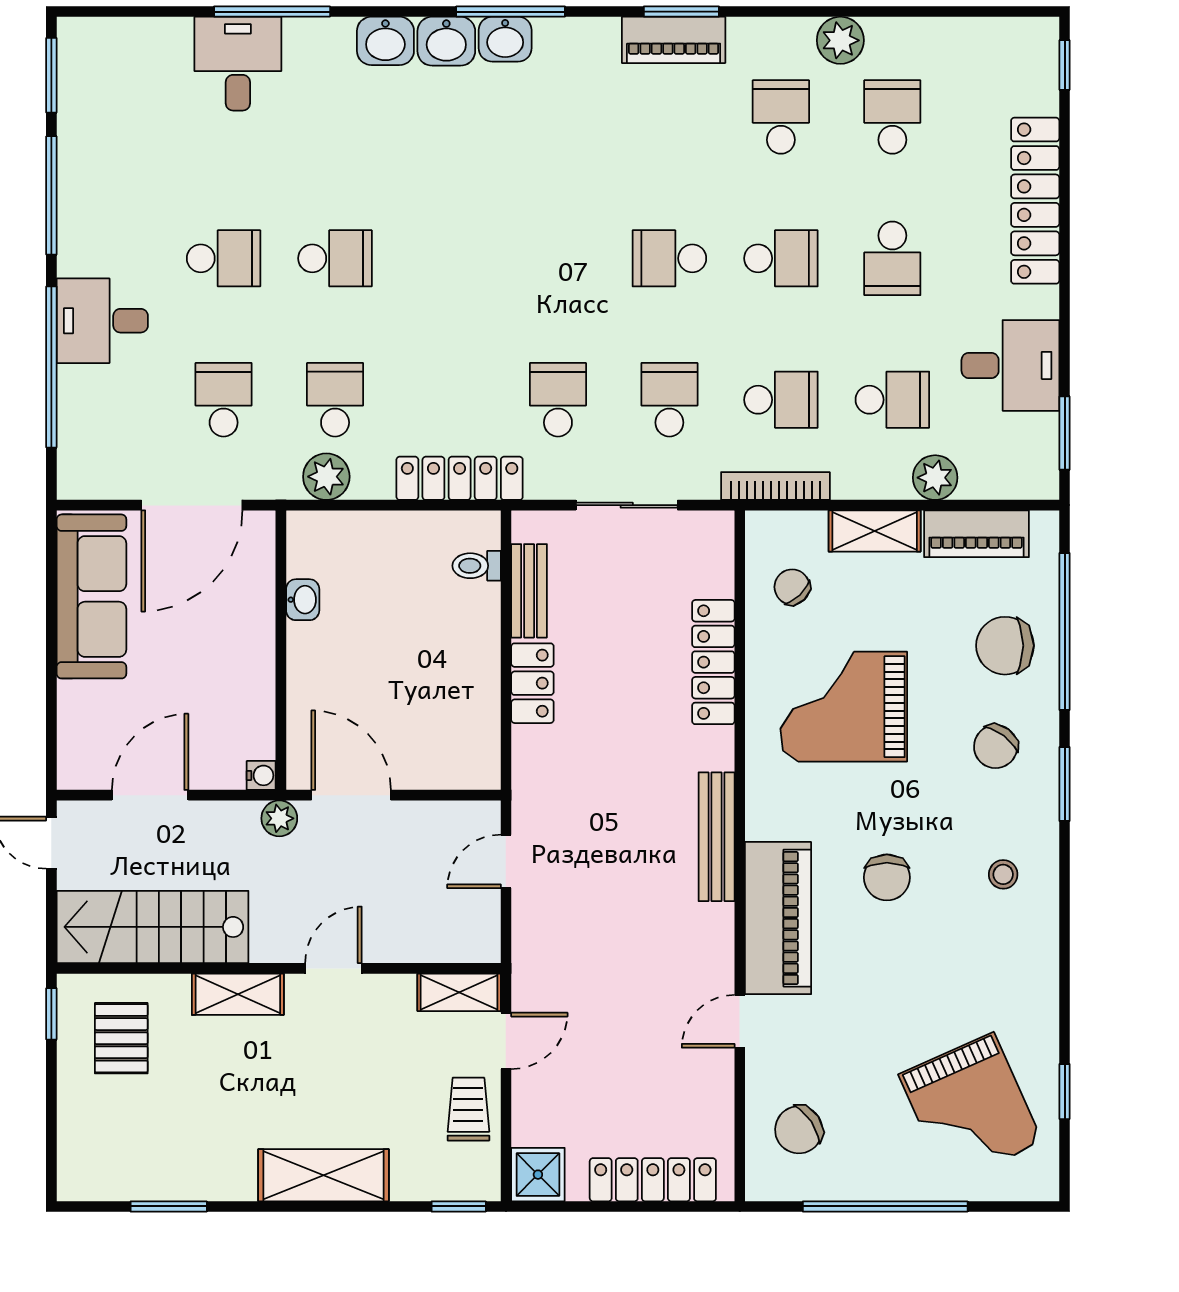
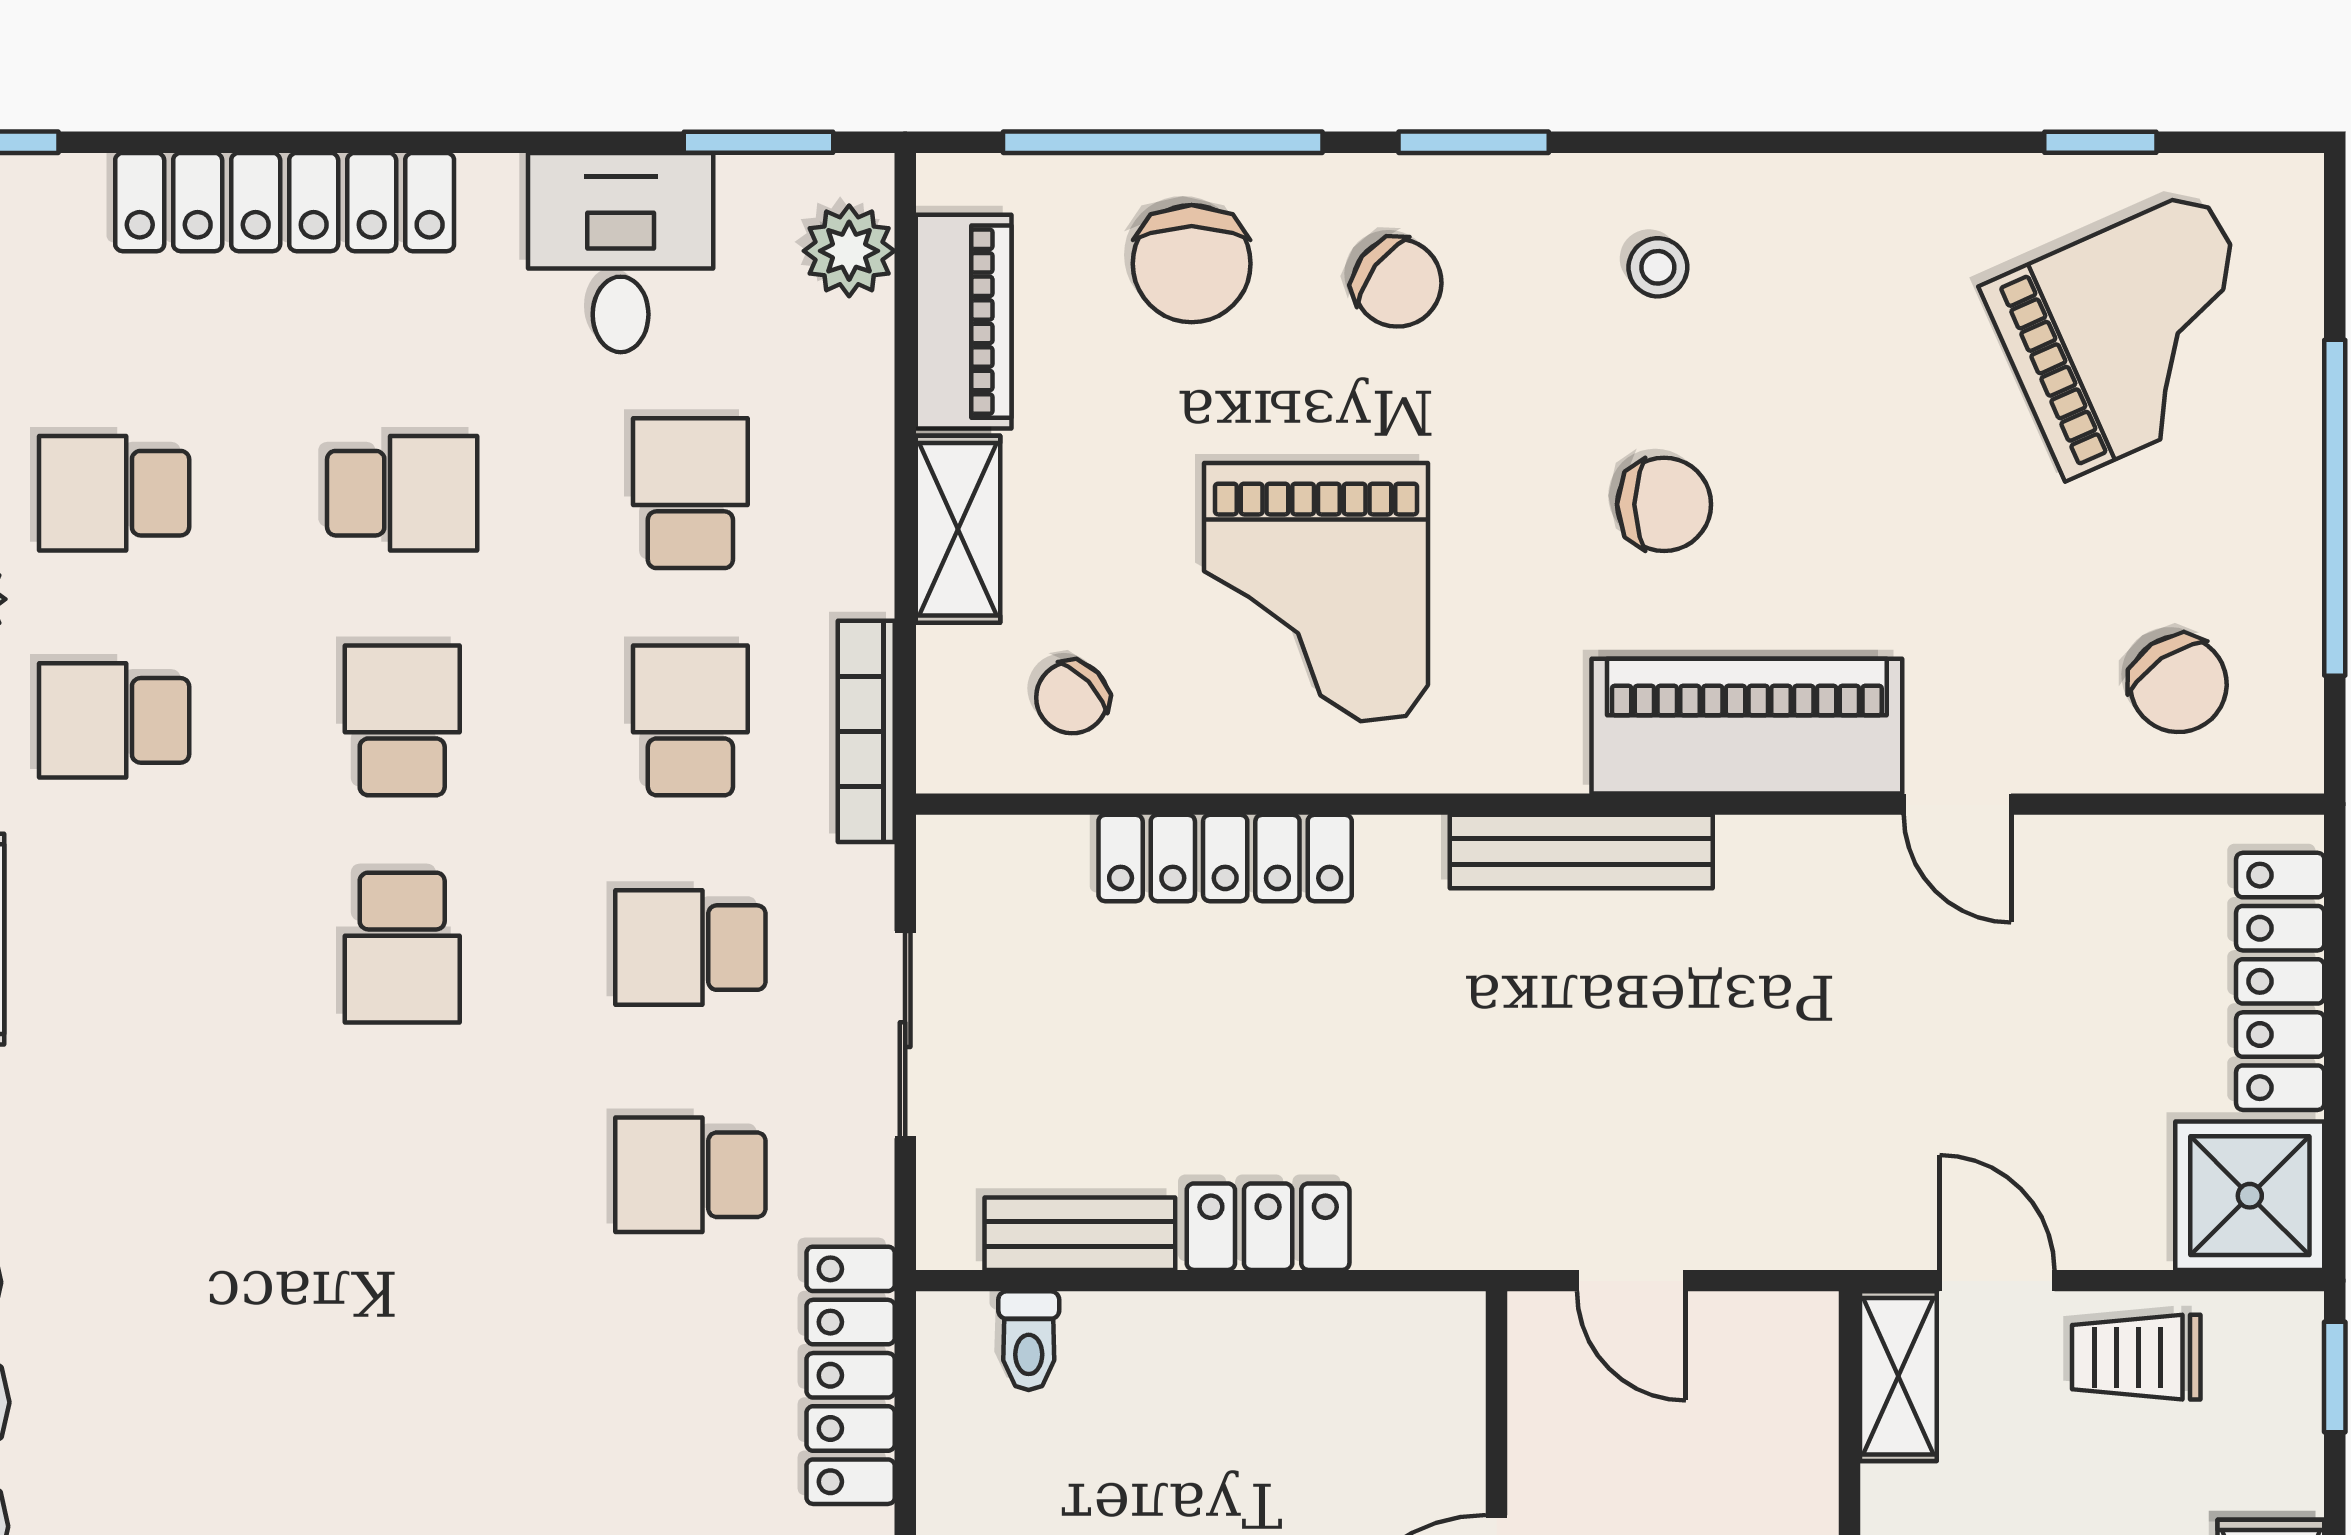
plant: (935, 478) -> (849, 251), moved
shower: (538, 1175) -> (2250, 1196), width x1.36, depth x1.36

